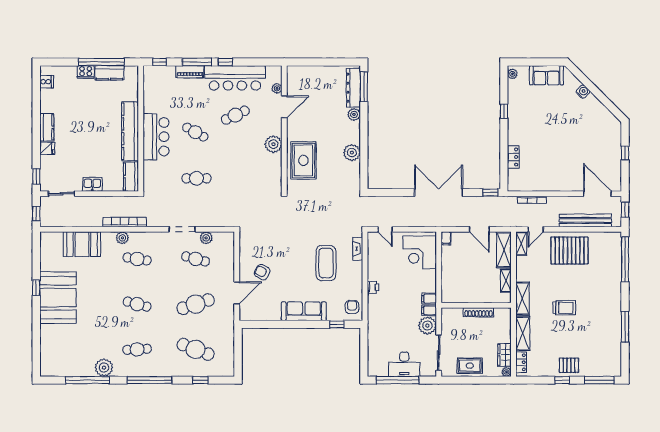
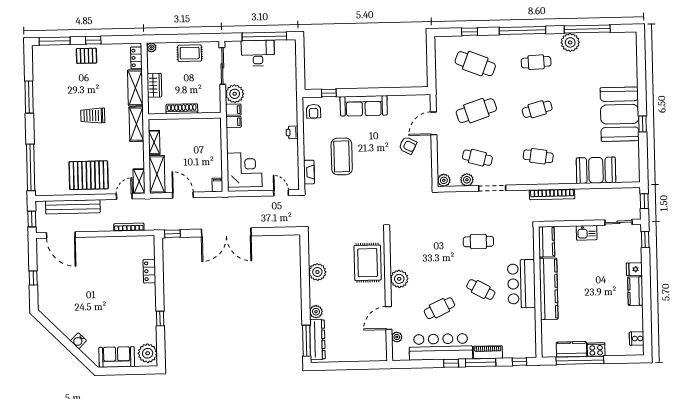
plant: (512, 74) -> (148, 353), width x1.87, depth x1.87
plant: (122, 238) -> (444, 180), moved
cafe table: (137, 304) -> (537, 109), turned -30
wardrobe: (504, 355) -> (154, 85), moved

